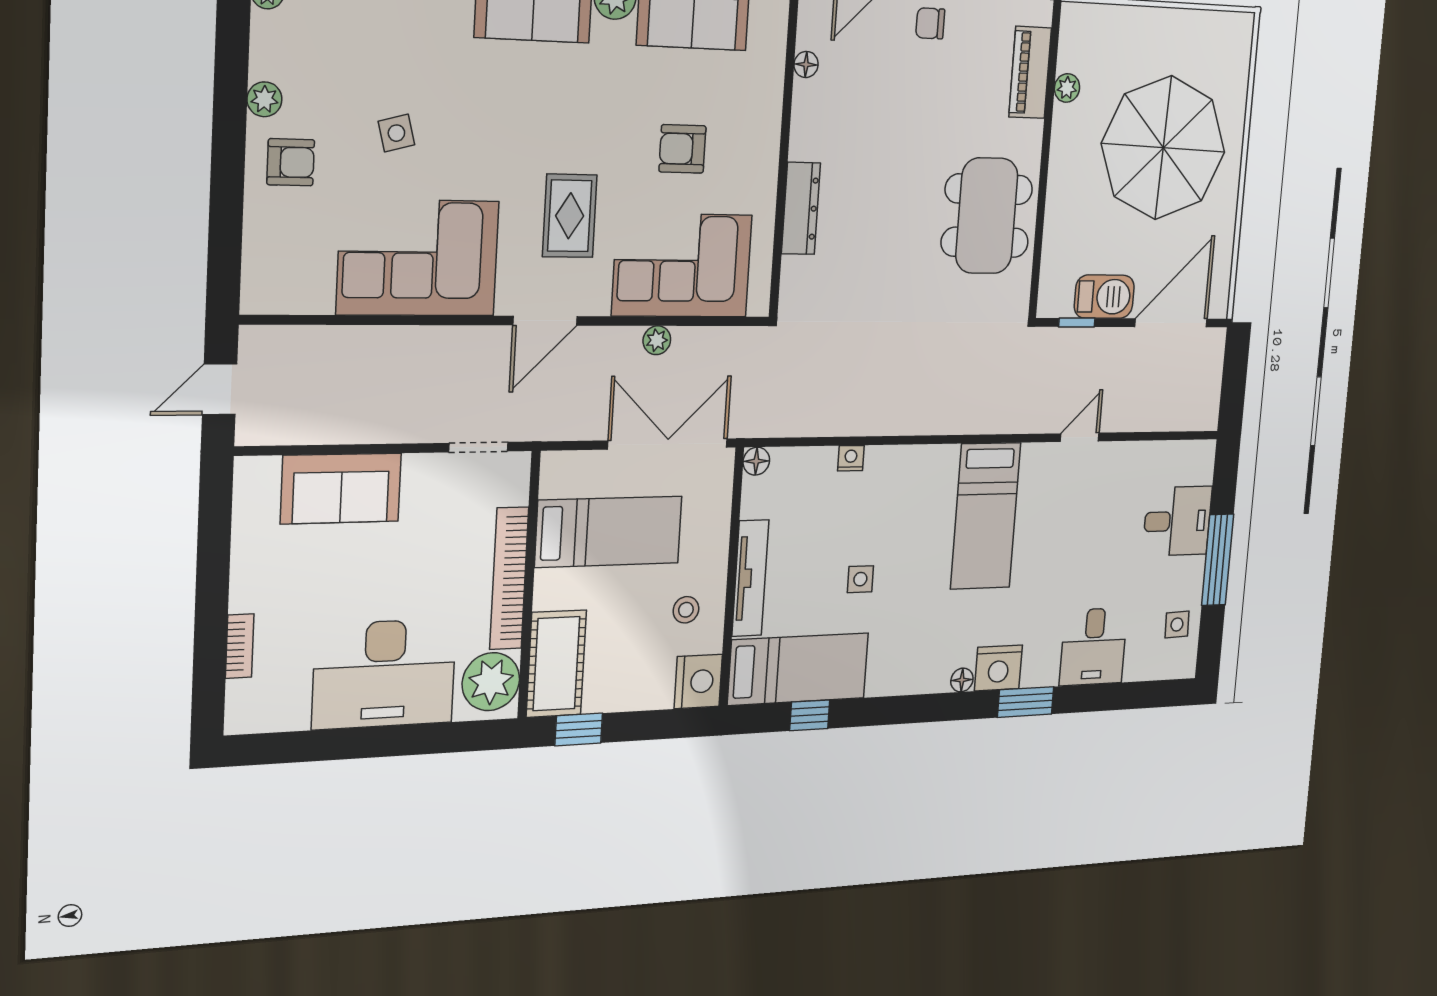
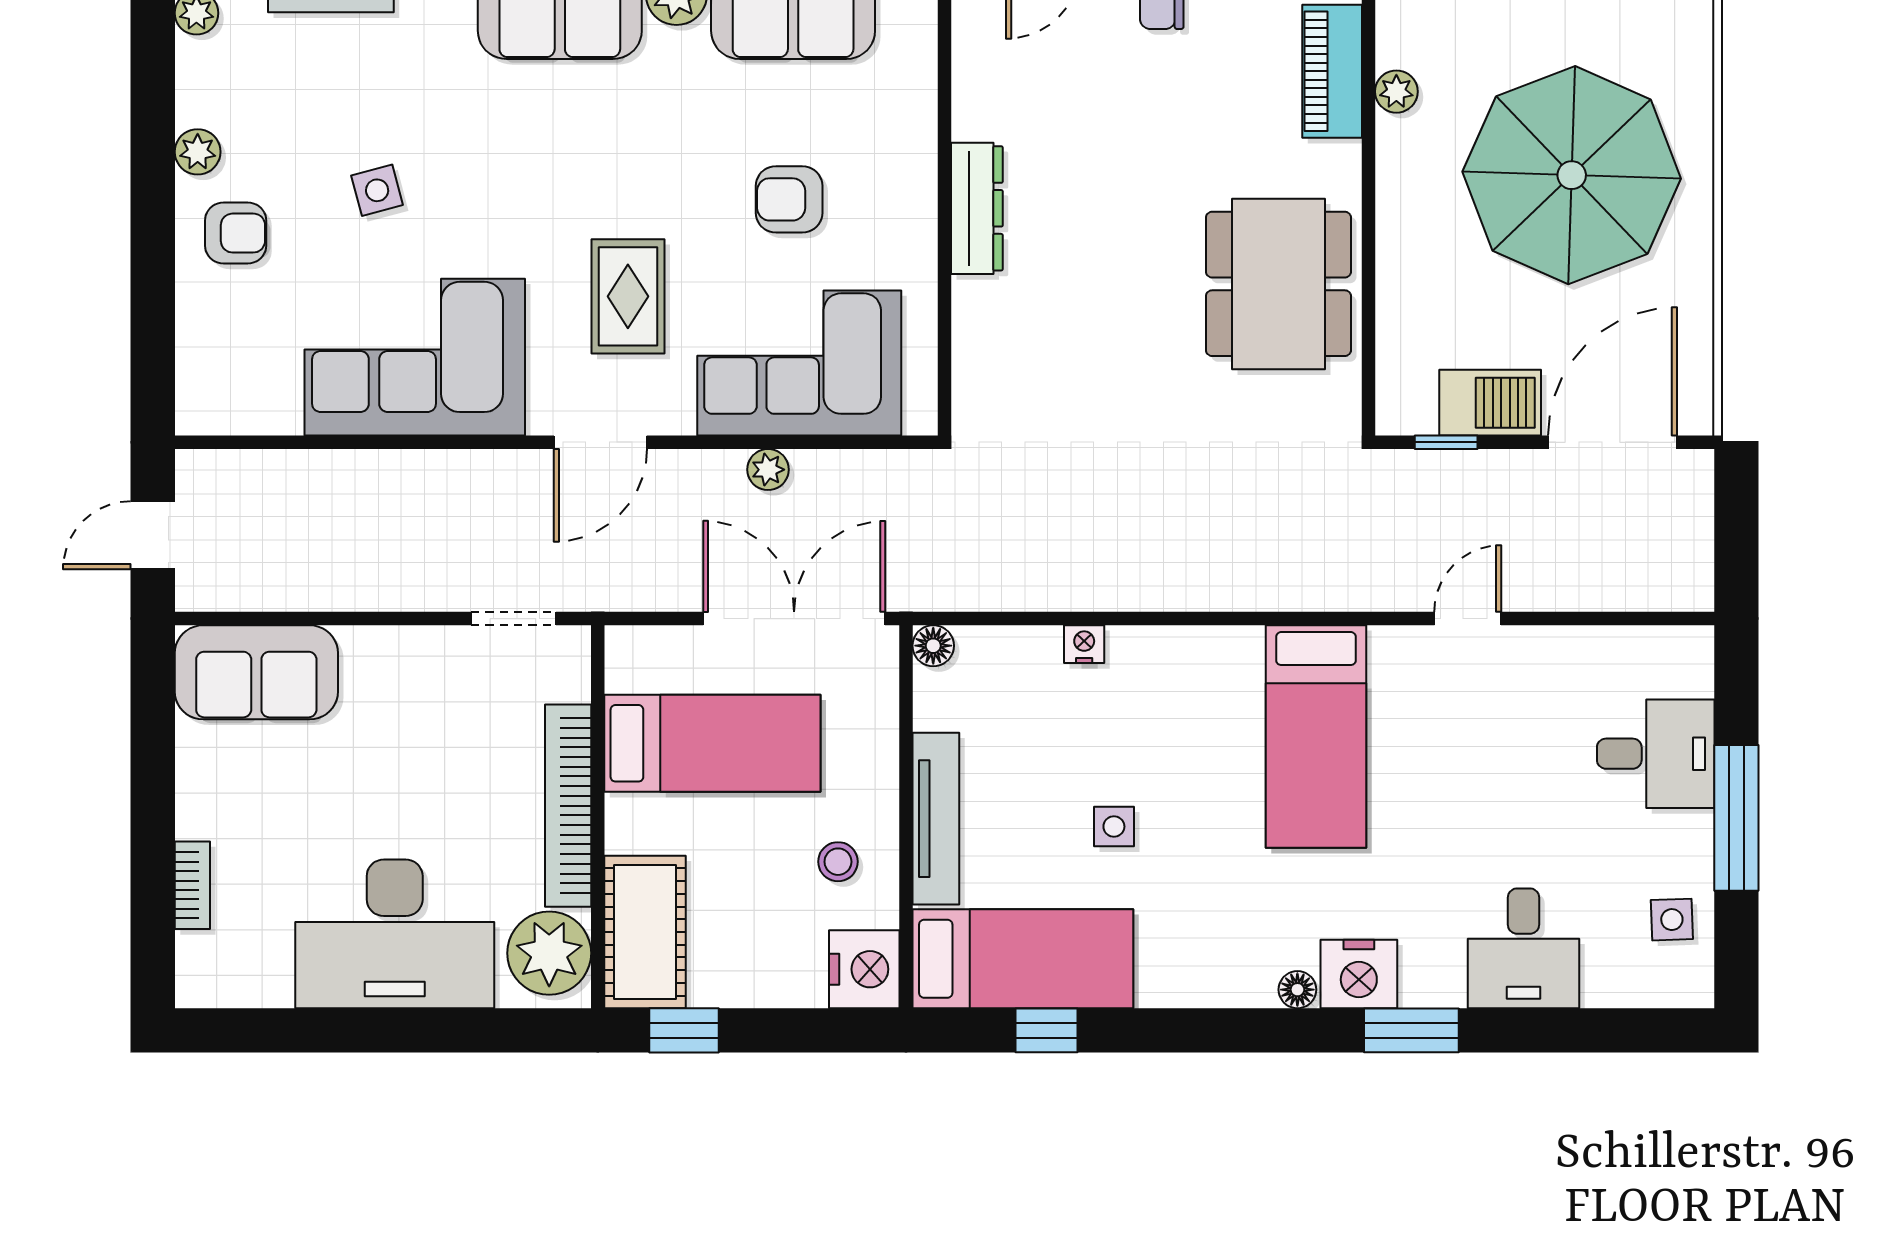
floor lamp: (806, 64) -> (970, 75), removed
dresser: (801, 208) -> (977, 208), moved
sofa: (341, 488) -> (256, 672), moved

